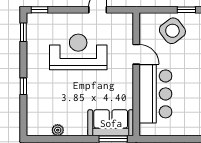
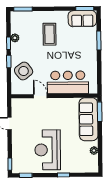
reception desk: (78, 52) -> (48, 150), moved
door: (136, 54) -> (40, 96), hinge flipped
sofa: (111, 123) -> (88, 119), width x1.36

